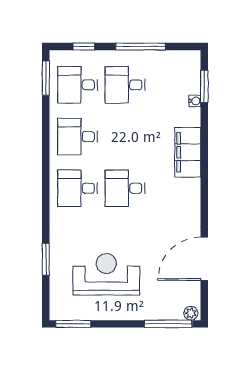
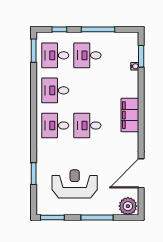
filing cabinet: (188, 152) -> (130, 115), moved
plant: (191, 313) -> (128, 206), width x1.87, depth x1.87
window: (168, 324) -> (97, 217), moved

